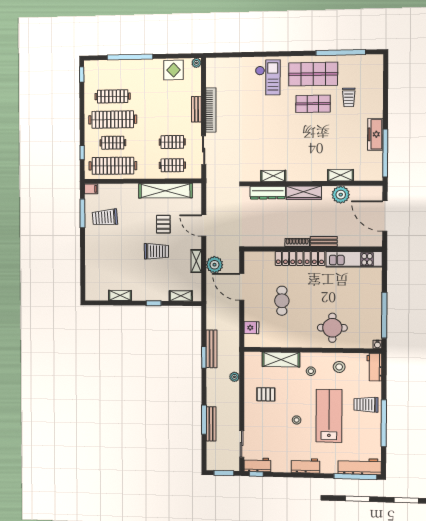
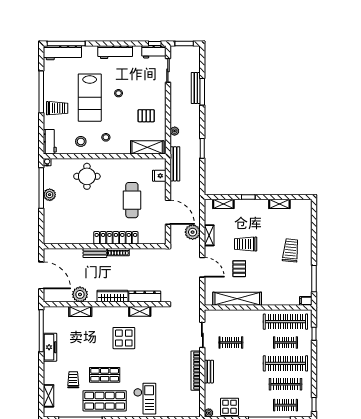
checkout: (268, 77) -> (145, 399), turned 180
shelving: (377, 79) -> (48, 396), added
display table: (291, 146) -> (124, 338), added
clothes rail: (172, 165) -> (285, 405), moved
trolley: (105, 217) -> (291, 250), moved, turned -80
kitchen unit: (354, 259) -> (68, 237), removed
cafe table: (282, 301) -> (132, 200), width x1.37, depth x1.35
plant: (375, 308) -> (50, 195), added
bench: (211, 349) -> (175, 164), moved
shelving: (281, 359) -> (147, 147), moved
workbench: (305, 466) -> (115, 52), width x1.38

